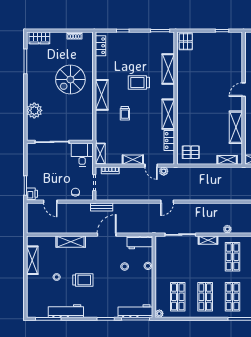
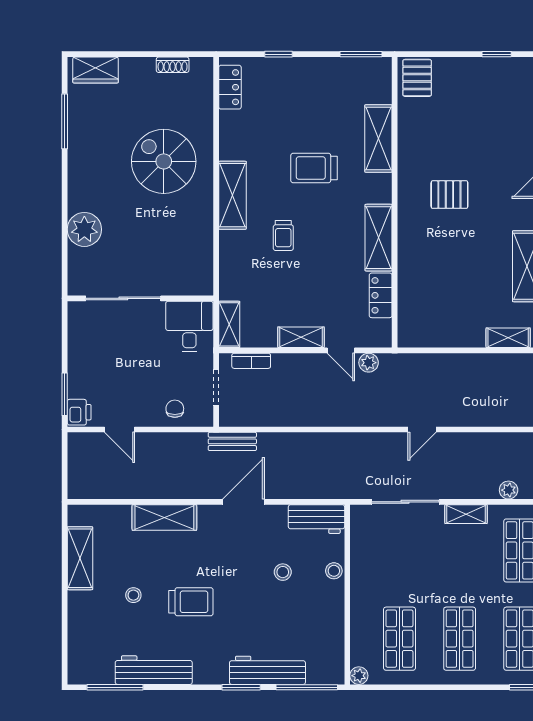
spiral stairs: (70, 80) -> (164, 161), turned 90
pallet: (191, 152) -> (449, 195), moved
door: (167, 202) -> (422, 429), moved
workbench: (135, 311) -> (267, 670), moved

